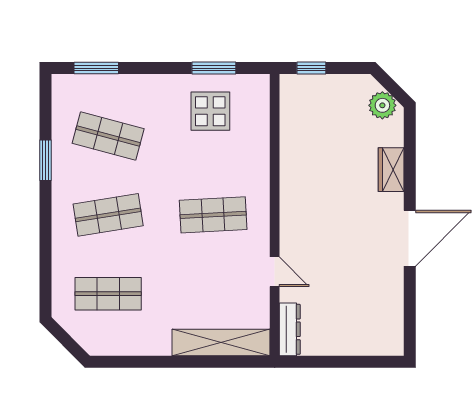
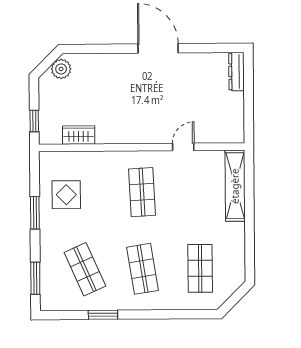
window: (214, 68) -> (35, 213), moved
shop shelf: (108, 136) -> (85, 269), turned -39
wardrobe: (391, 170) -> (79, 135), moved, turned 180
dresser: (290, 329) -> (237, 72), moved, turned -90

